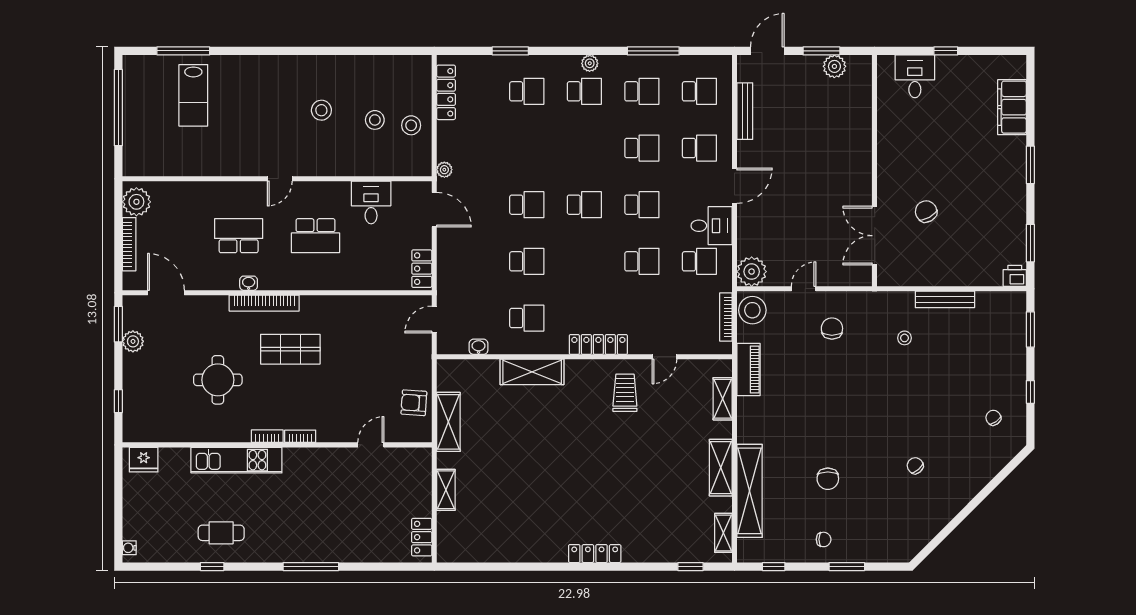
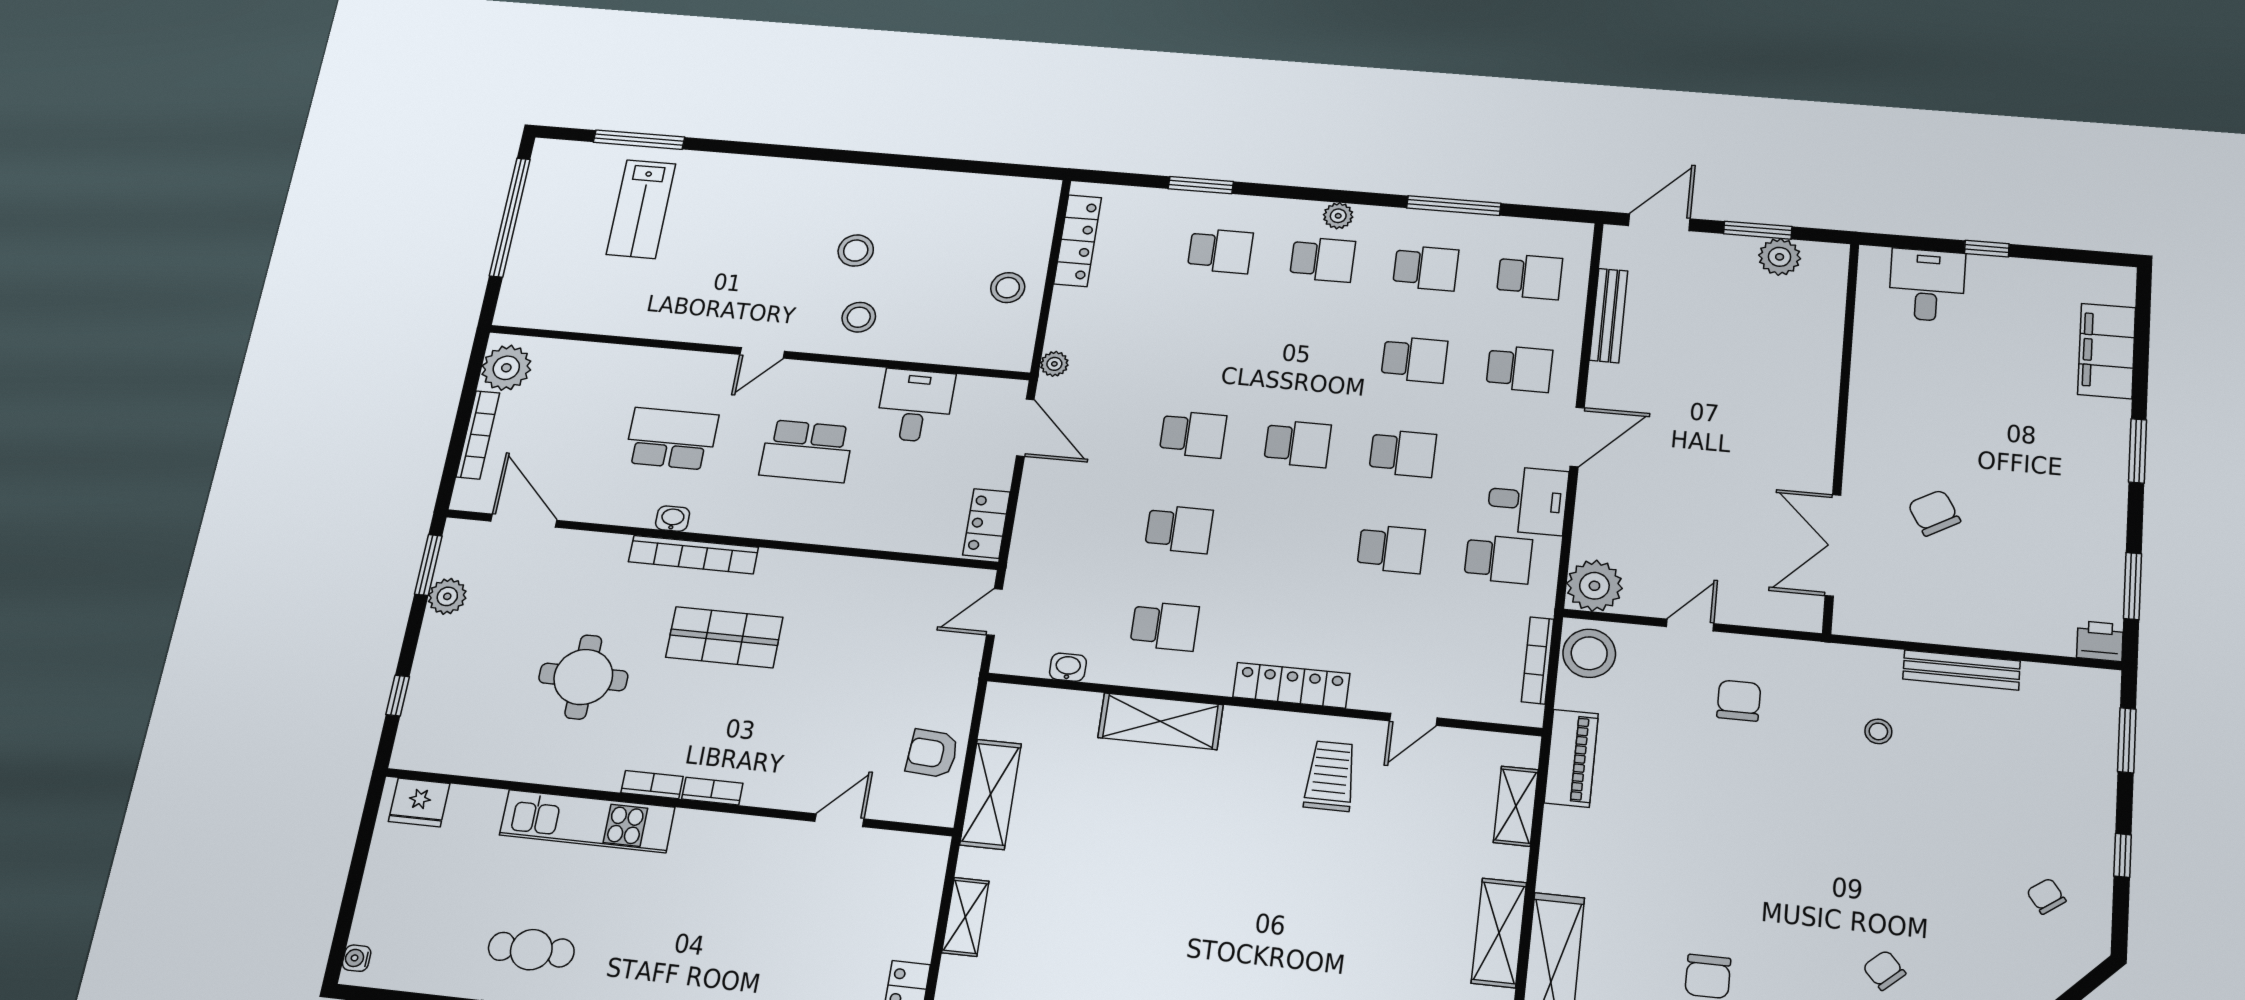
stool: (375, 120) -> (859, 317), moved

